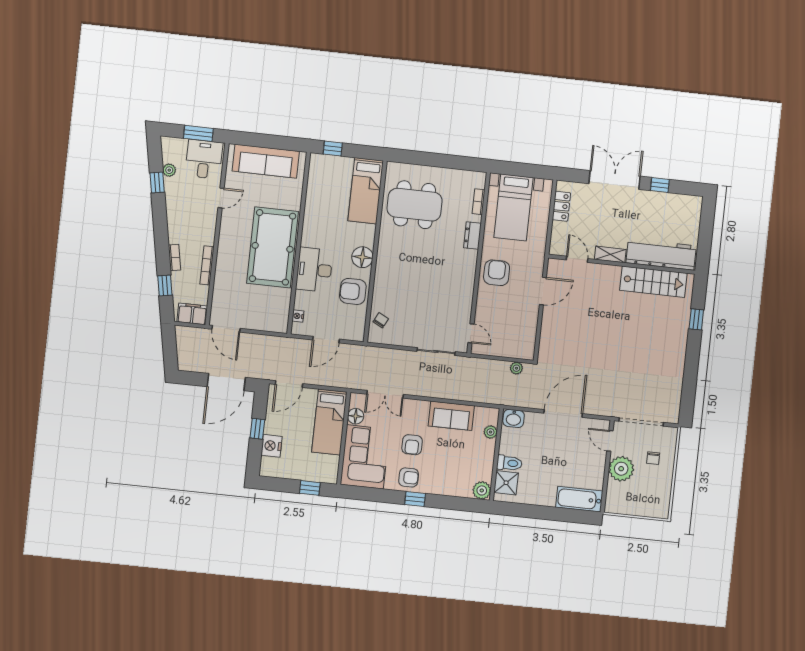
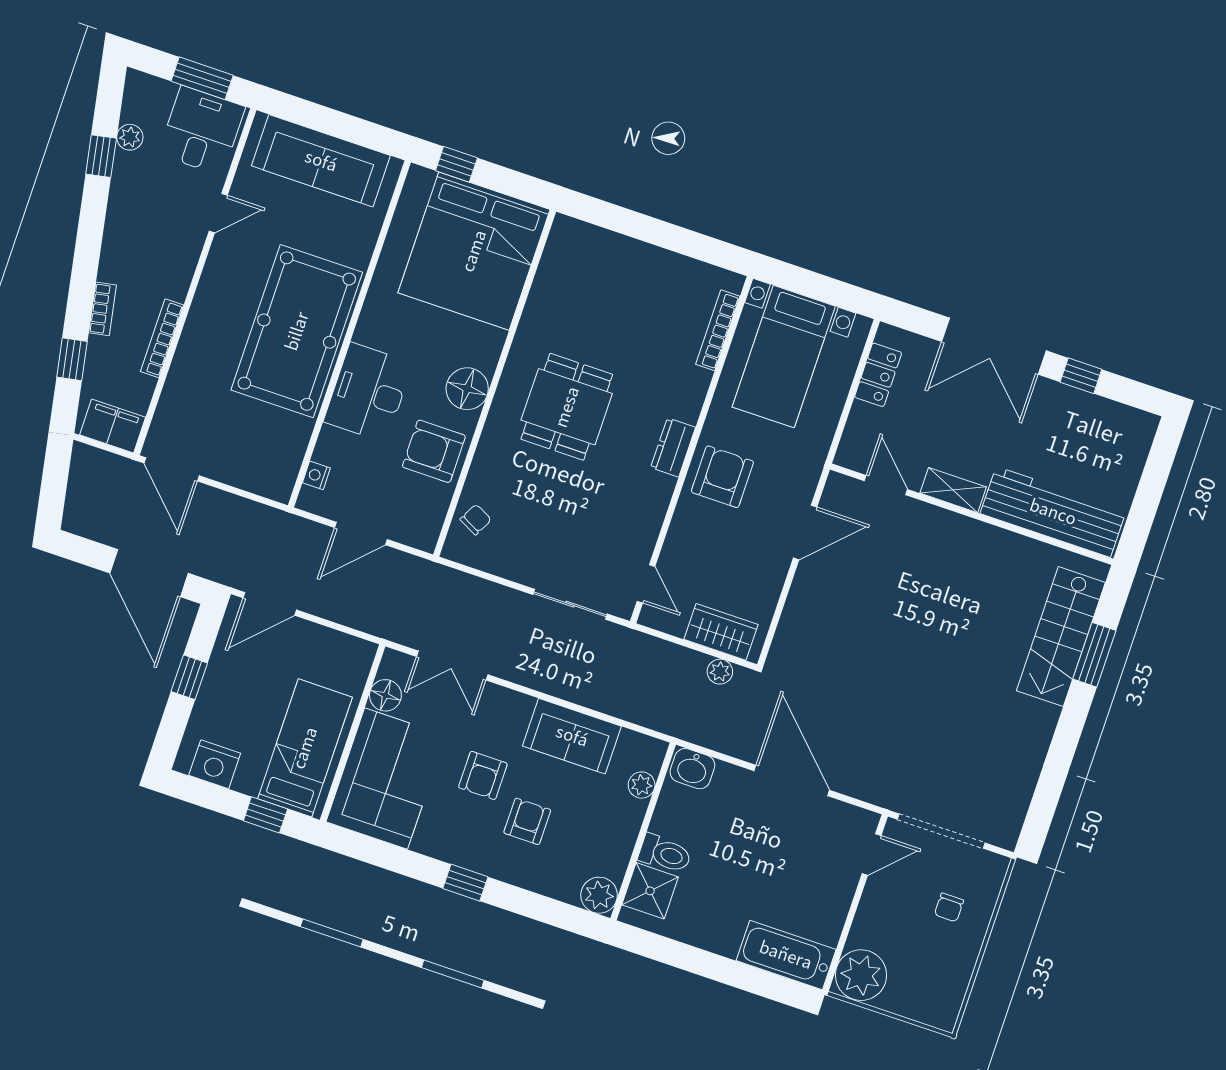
double door: (614, 180) -> (994, 346), swing flipped
bed: (366, 191) -> (474, 251), width x2.04
bookcase: (479, 202) -> (718, 330), width x1.56
dining table: (415, 205) -> (567, 407), moved, width x0.73
dresser: (472, 236) -> (673, 447), moved
stairs: (653, 282) -> (1061, 637), moved, turned 90
window: (696, 319) -> (1094, 655), width x1.50
wardrobe: (513, 349) -> (721, 632), added
door: (226, 382) -> (149, 573), hinge flipped
door: (563, 413) -> (792, 780), hinge flipped
bed: (329, 422) -> (305, 748), moved, turned 180
door: (610, 441) -> (872, 855), swing flipped
nightstand: (272, 446) -> (215, 764), moved, turned -90
plant: (621, 469) -> (861, 975), moved
armchair: (409, 477) -> (527, 821), moved, turned -90

